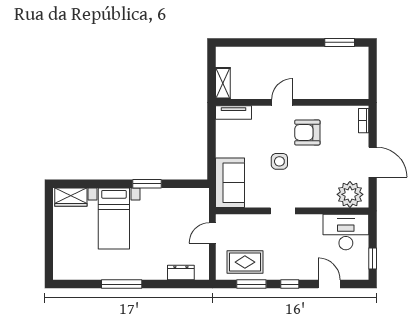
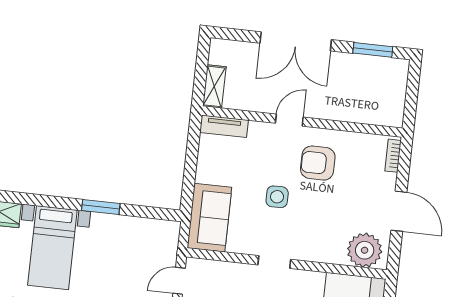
double door: (281, 42) -> (296, 41), added

